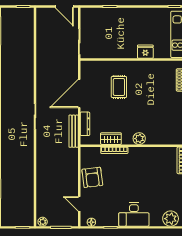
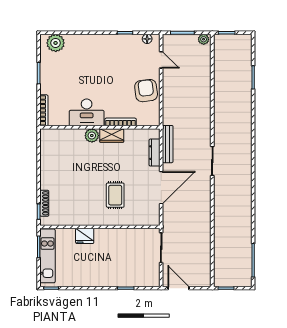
wardrobe: (111, 139) -> (112, 135), moved
desk: (134, 215) -> (87, 112), moved, turned 180

